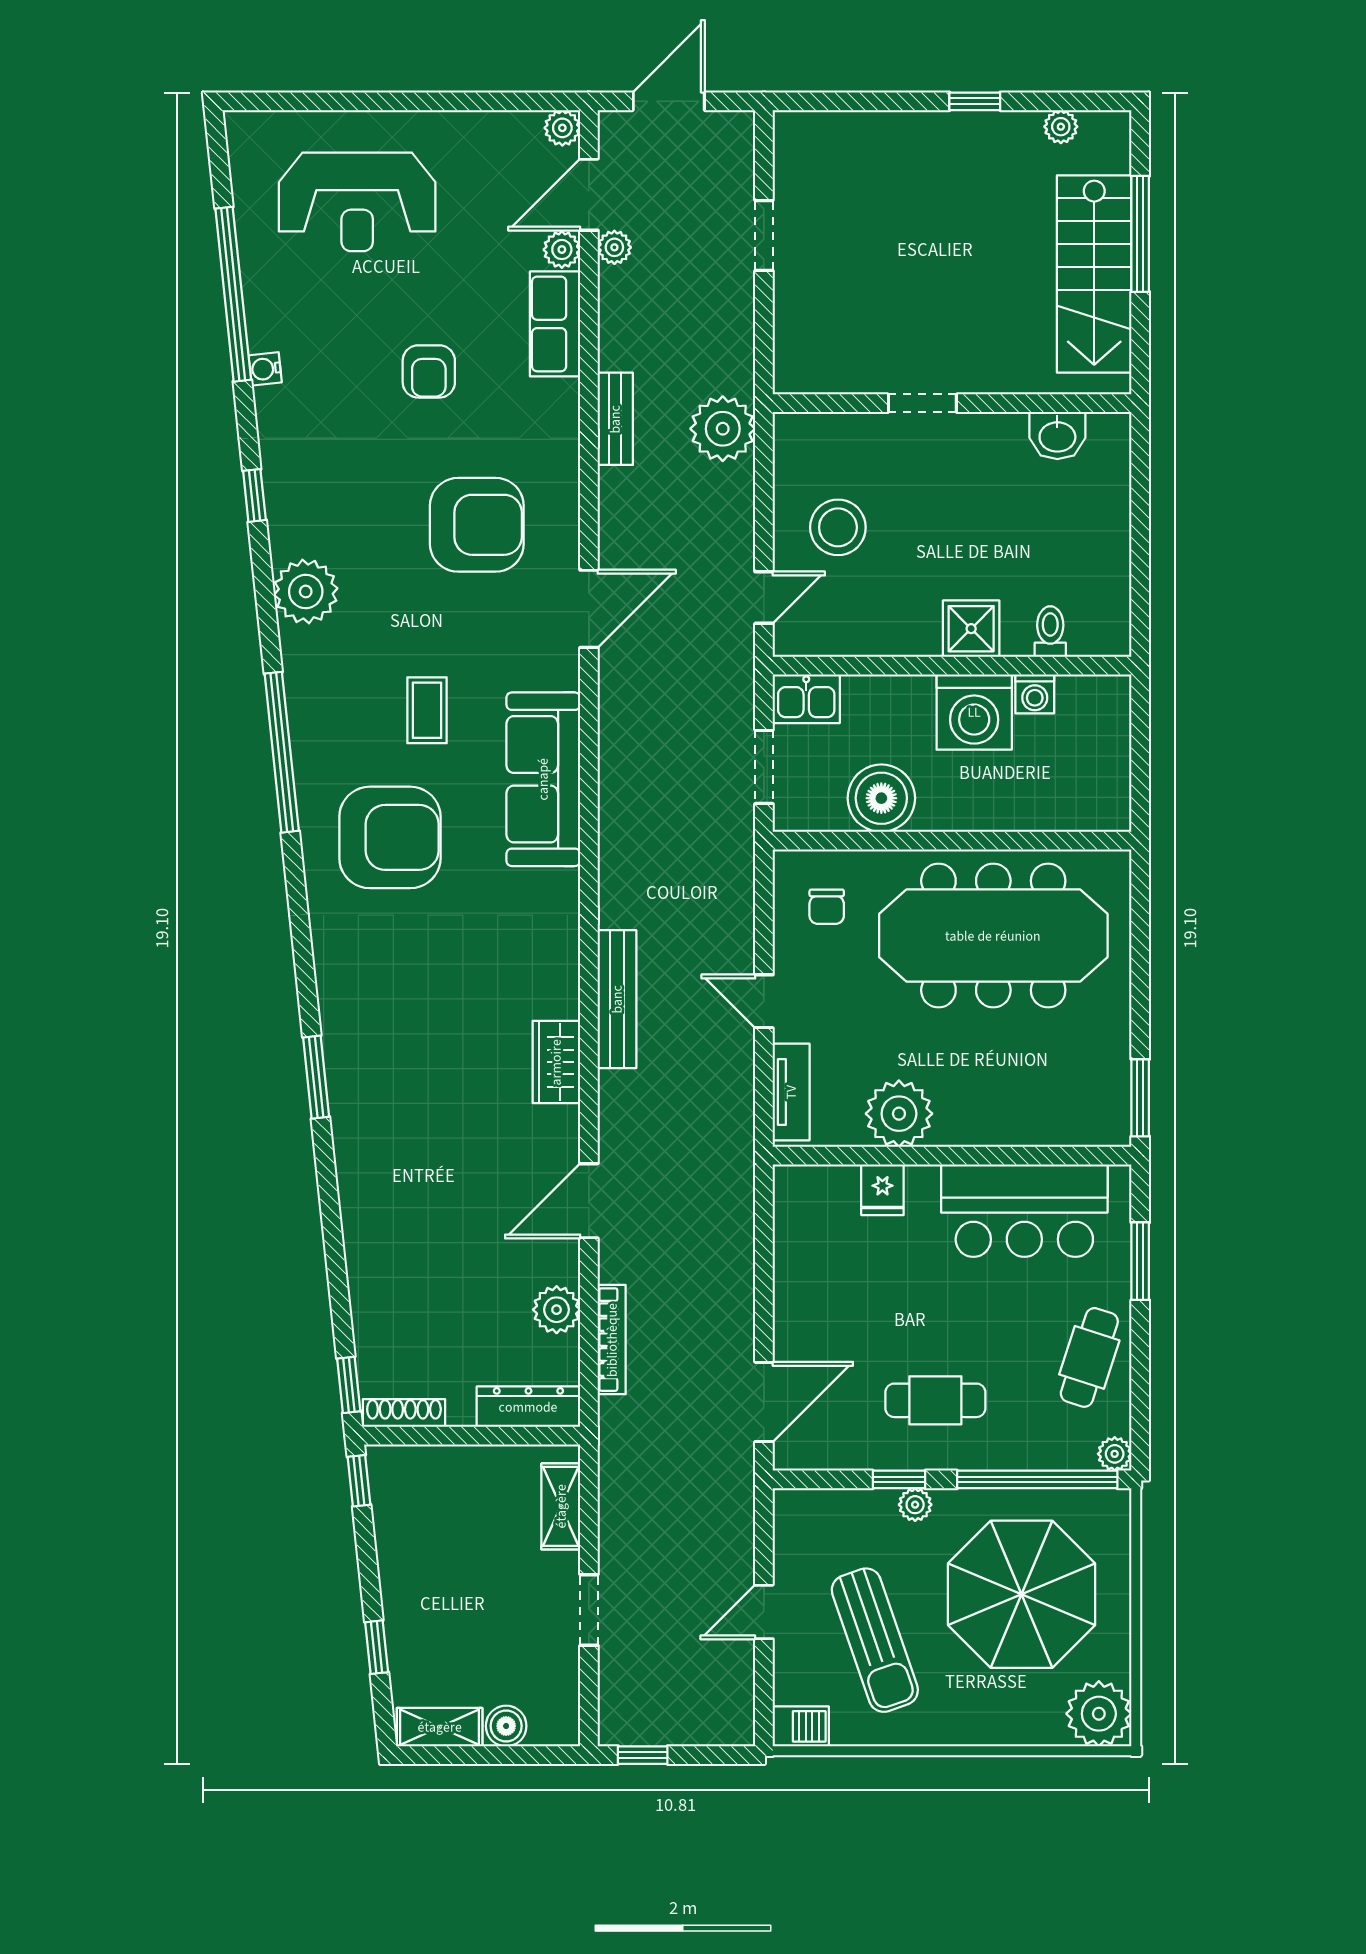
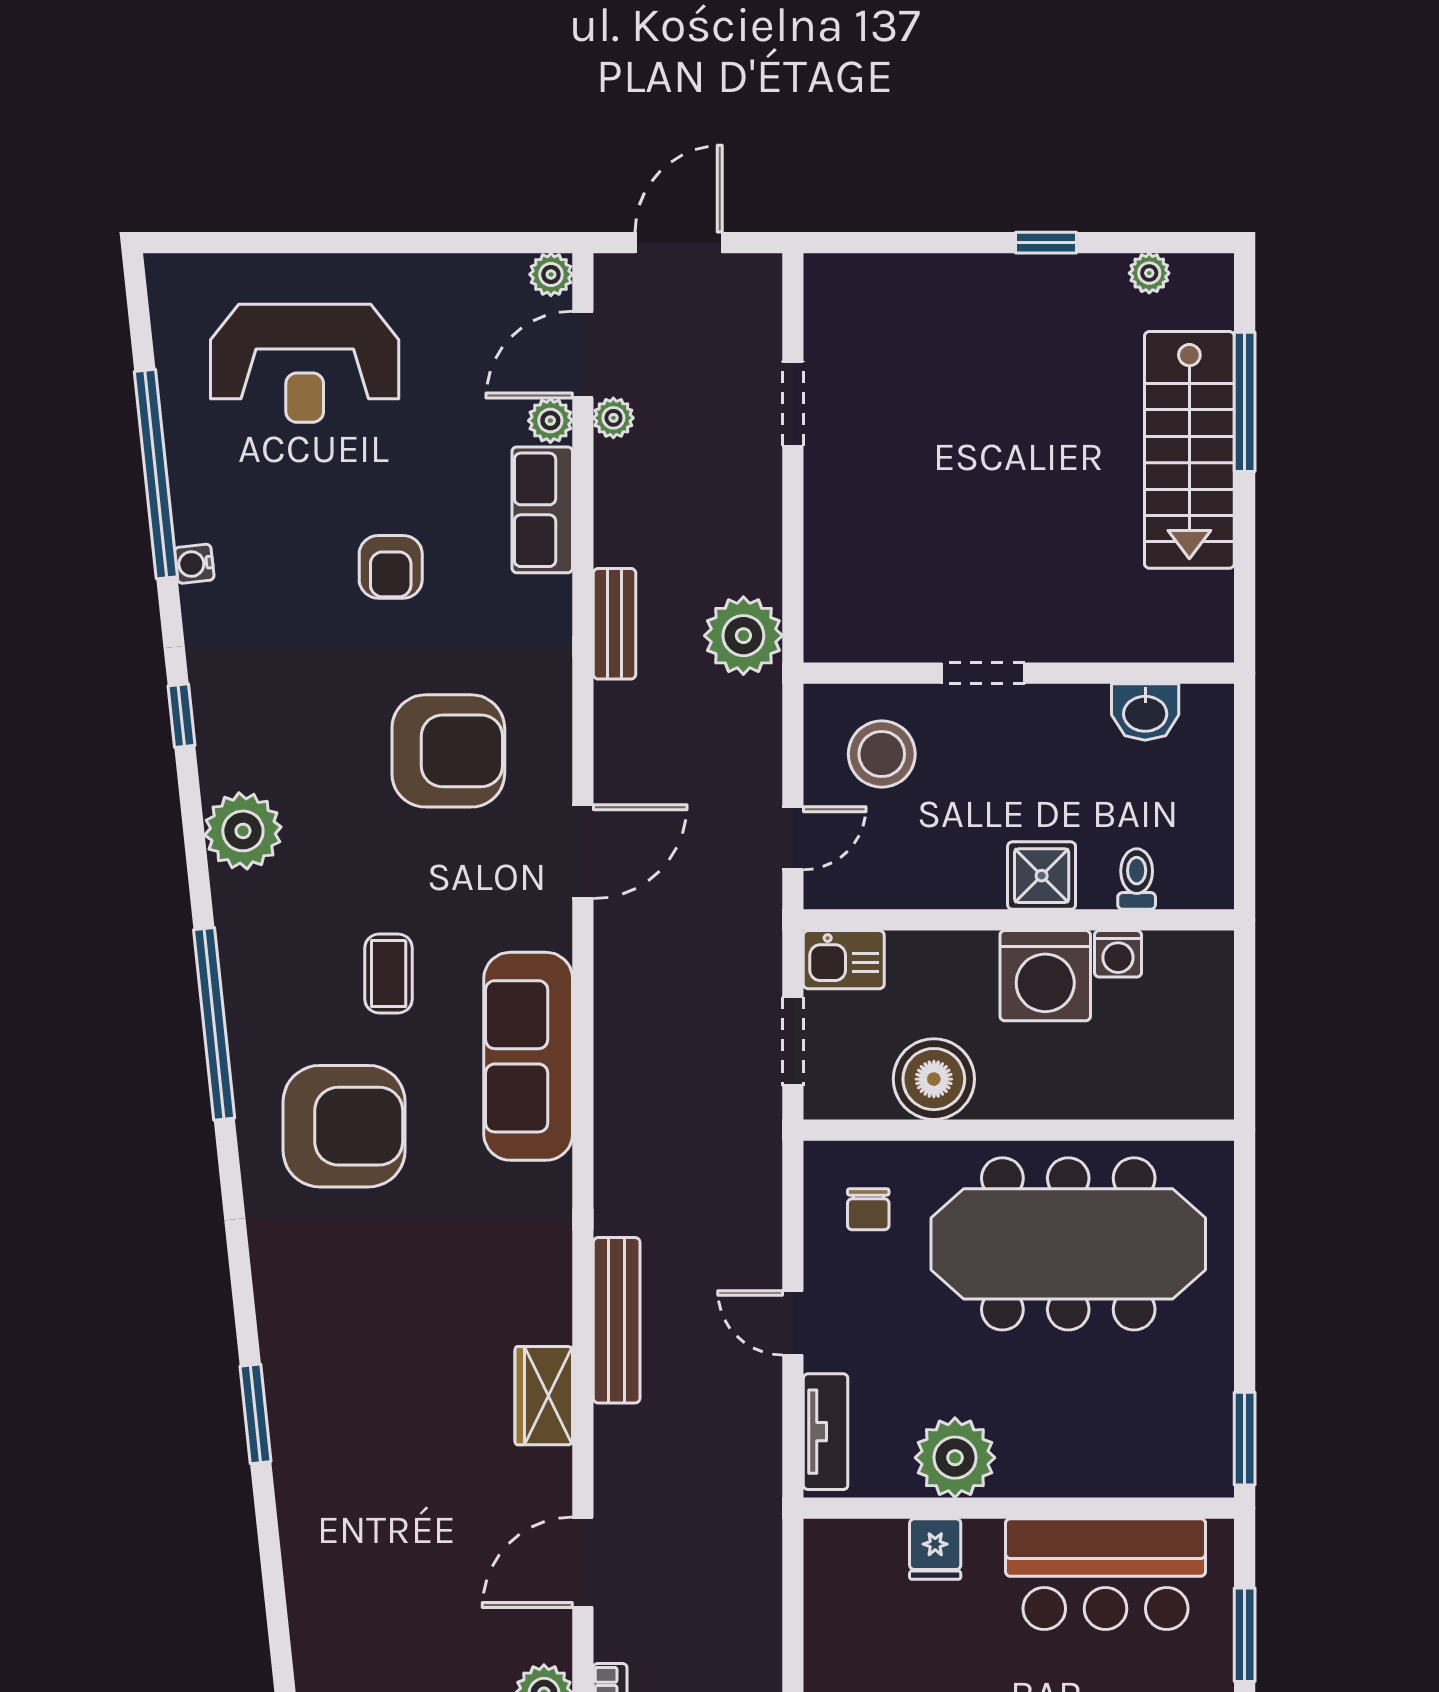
doorway: (922, 403) -> (983, 673), moved
wall: (952, 403) -> (1019, 673), moved
washbasin: (1057, 436) -> (1145, 712), moved

